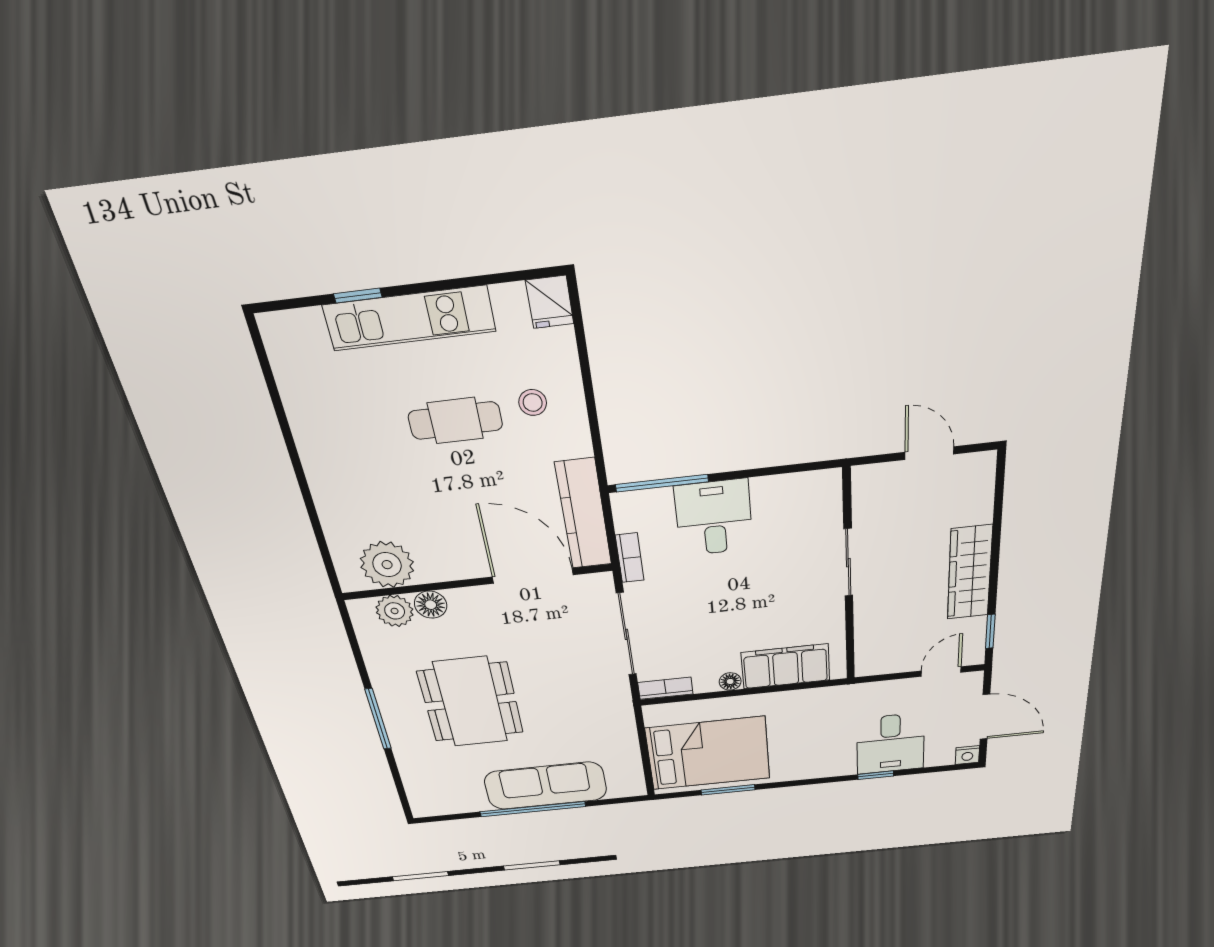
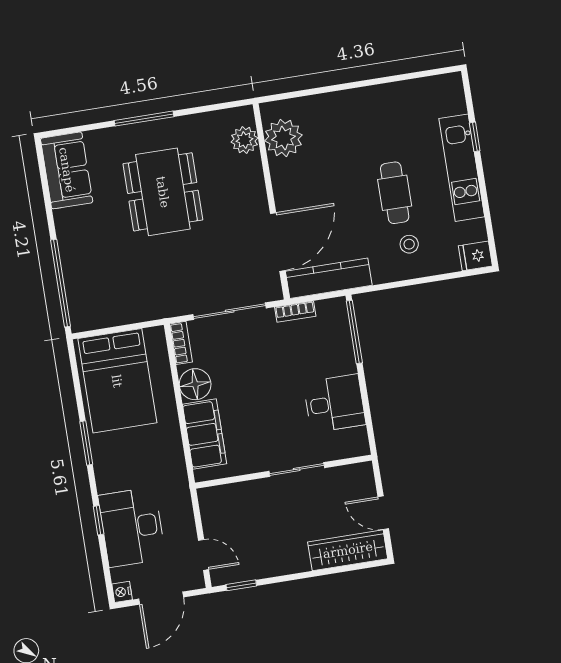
door: (929, 453) -> (383, 513), swing flipped
desk: (714, 518) -> (335, 403), moved
wardrobe: (970, 573) -> (348, 550), moved
floor lamp: (431, 605) -> (251, 167), removed
floor lamp: (730, 681) -> (195, 384), width x1.89, depth x1.89
dining table: (471, 702) -> (163, 192), turned 90
desk: (890, 744) -> (132, 527), width x1.37
sofa: (546, 786) -> (67, 170), moved, width x0.73
window: (728, 790) -> (86, 443), moved
window: (533, 809) -> (61, 283), moved

